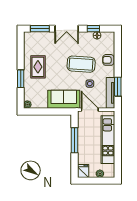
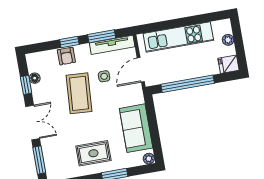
window: (118, 64) -> (69, 42), added
sofa: (64, 99) -> (136, 128), moved
window: (74, 140) -> (188, 84), width x1.46

